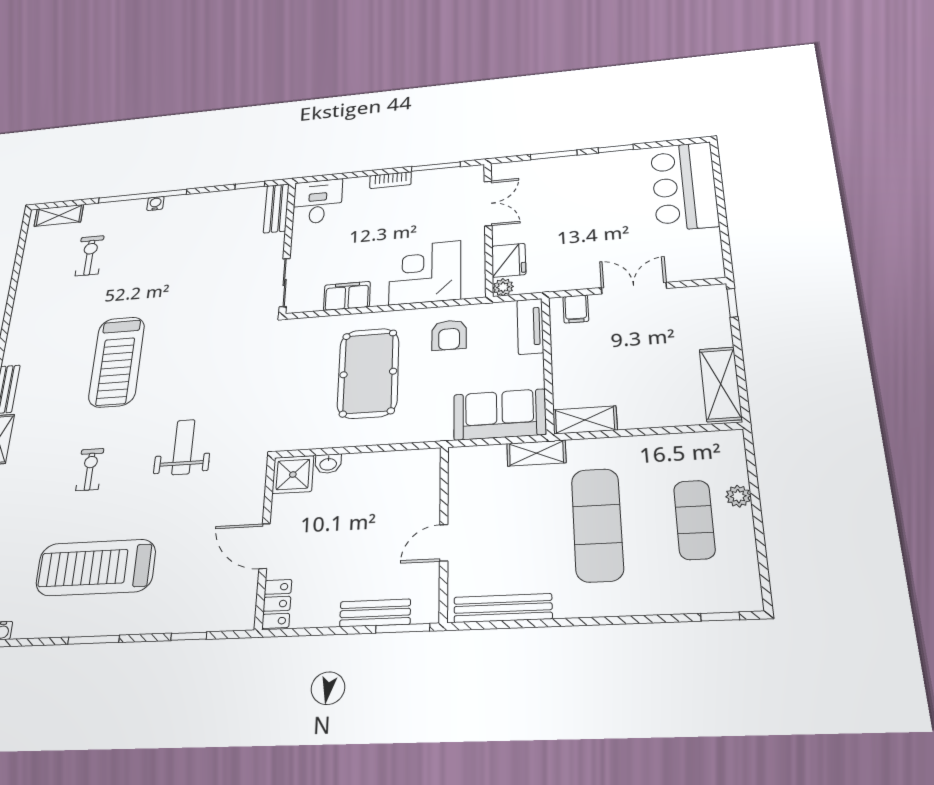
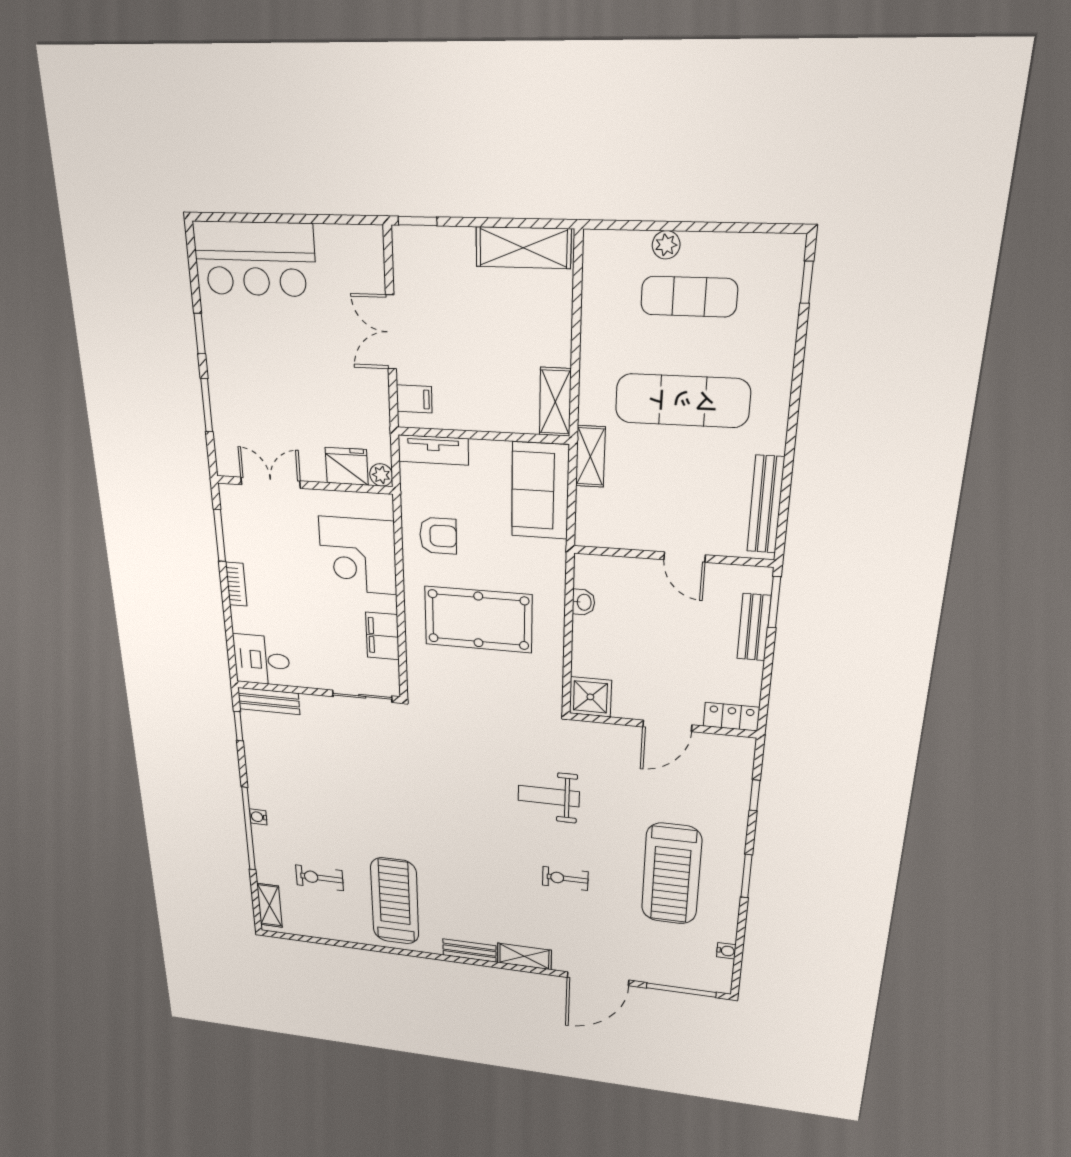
treadmill: (117, 362) -> (395, 901), moved, turned -90
washbasin: (328, 464) -> (584, 602), moved

